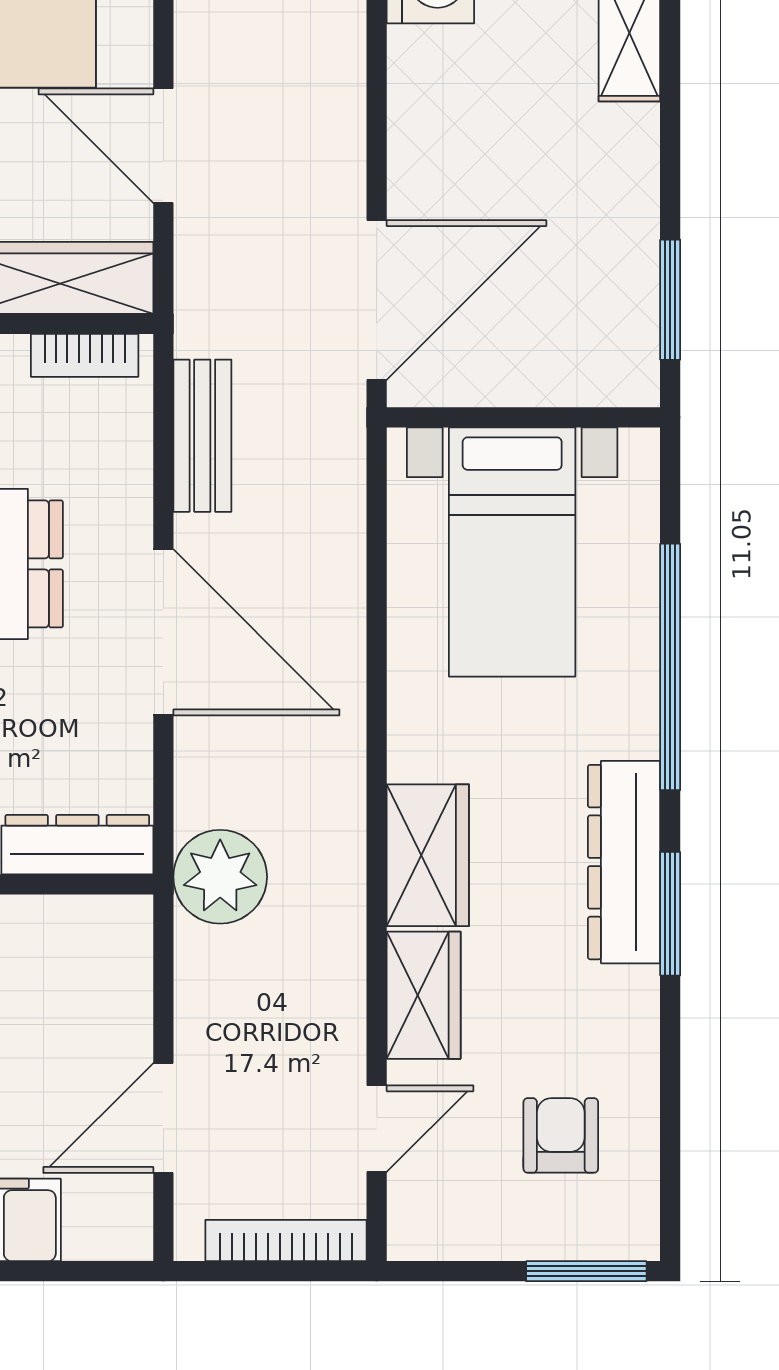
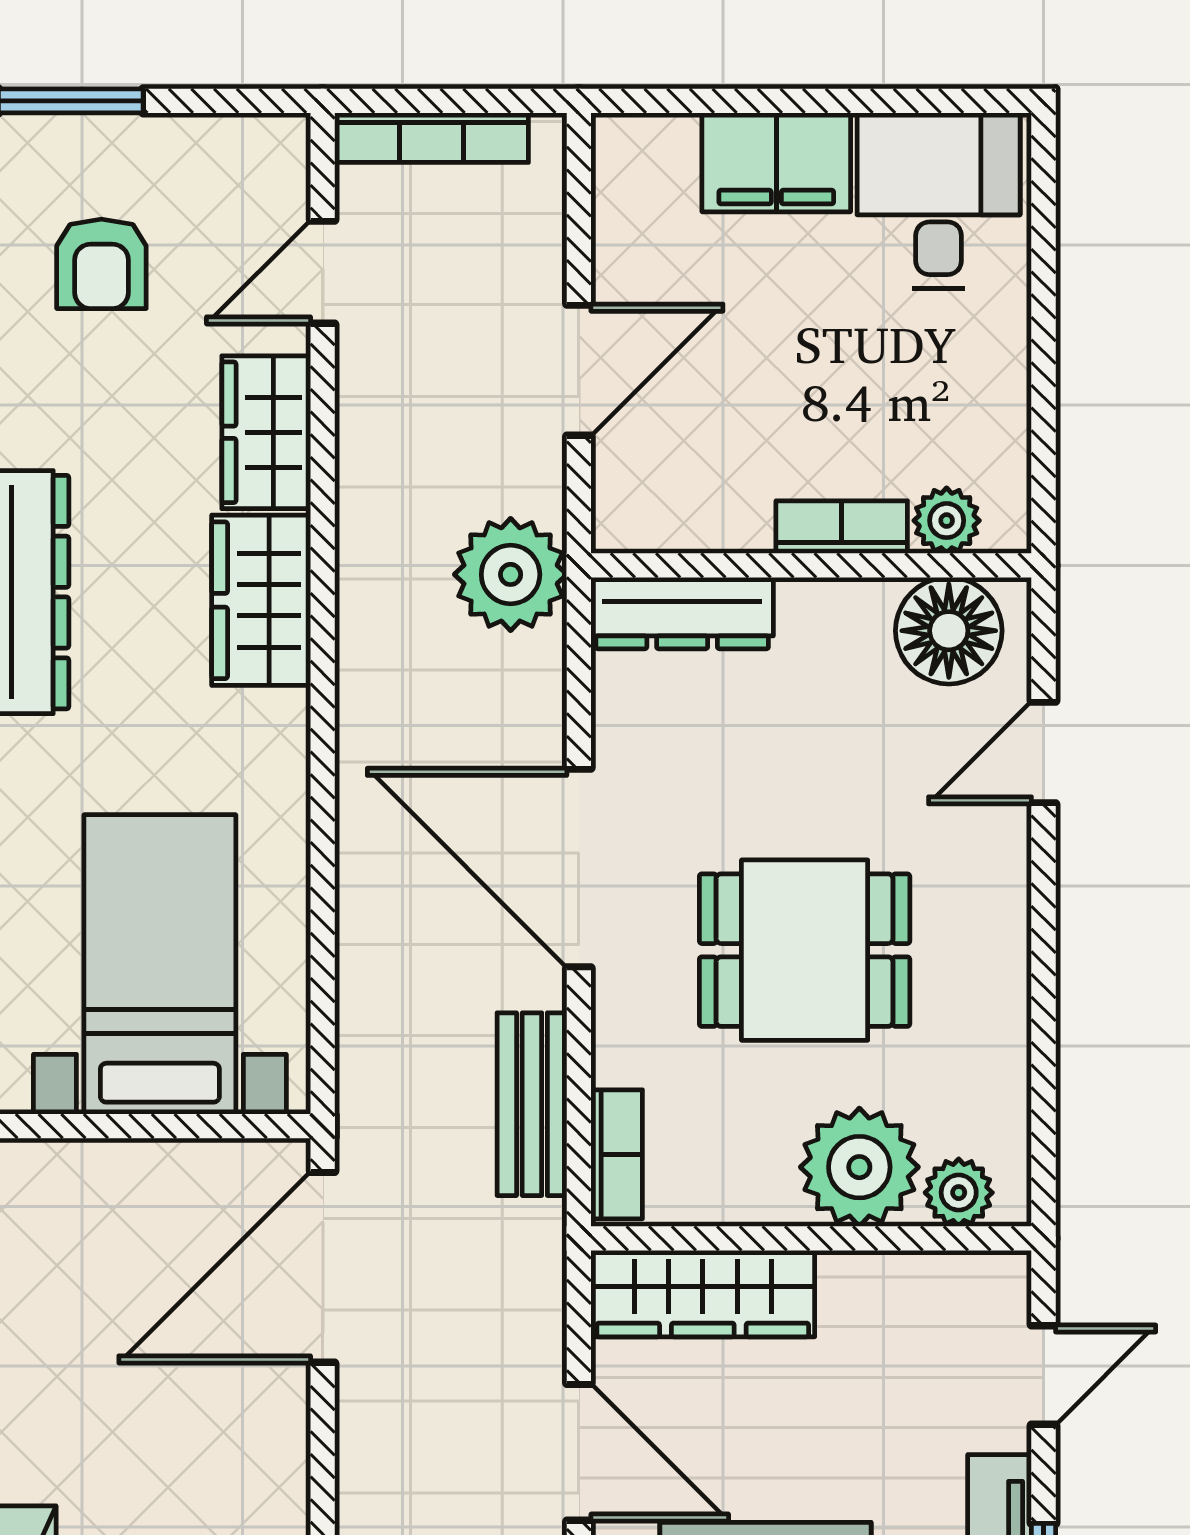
bookcase: (85, 355) -> (617, 1154), moved, turned 90
door: (163, 1118) -> (579, 370), moved

